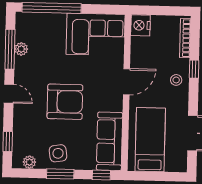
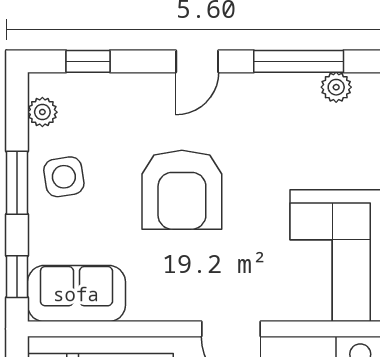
plant: (21, 49) -> (336, 87), moved
sofa: (110, 141) -> (76, 294), width x0.73

